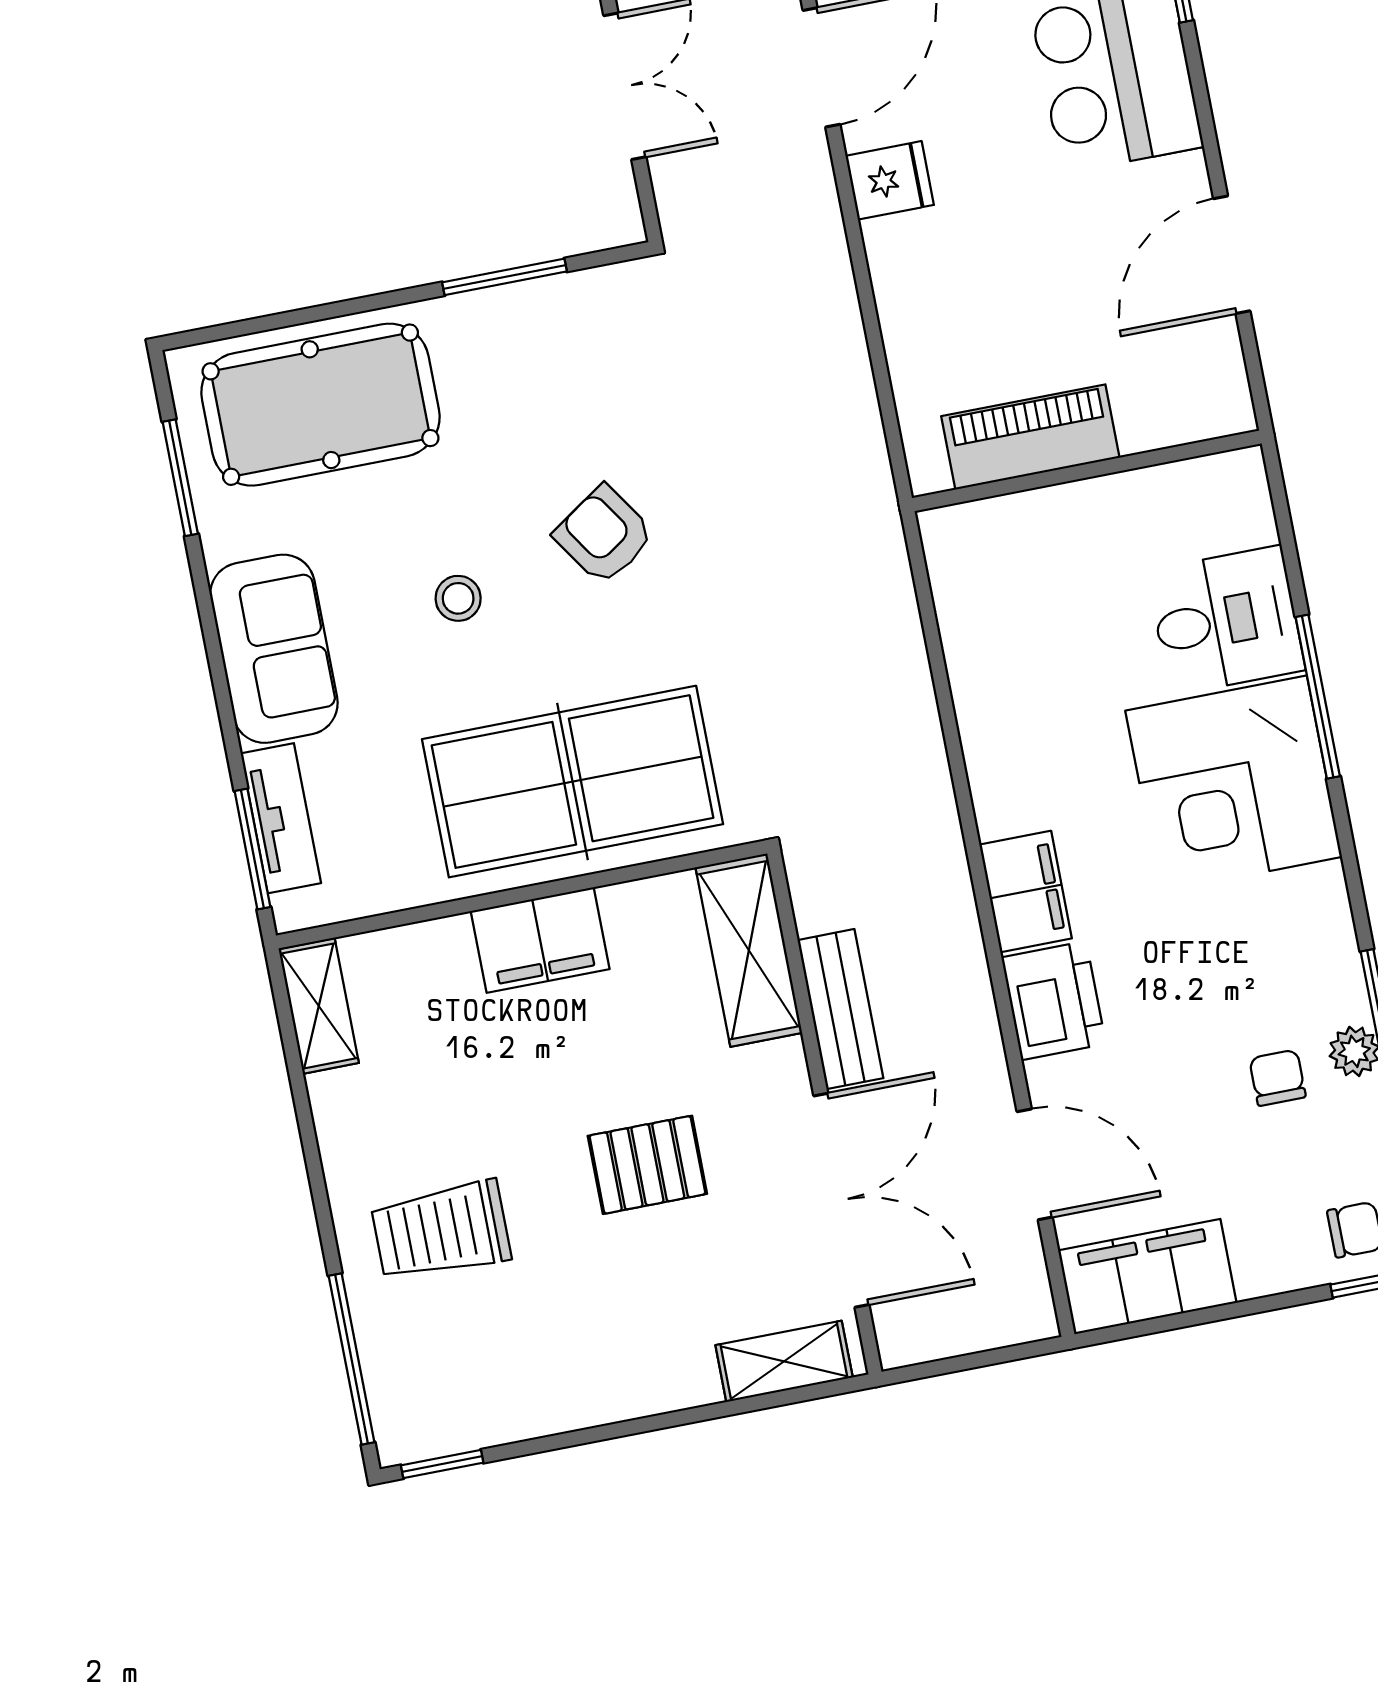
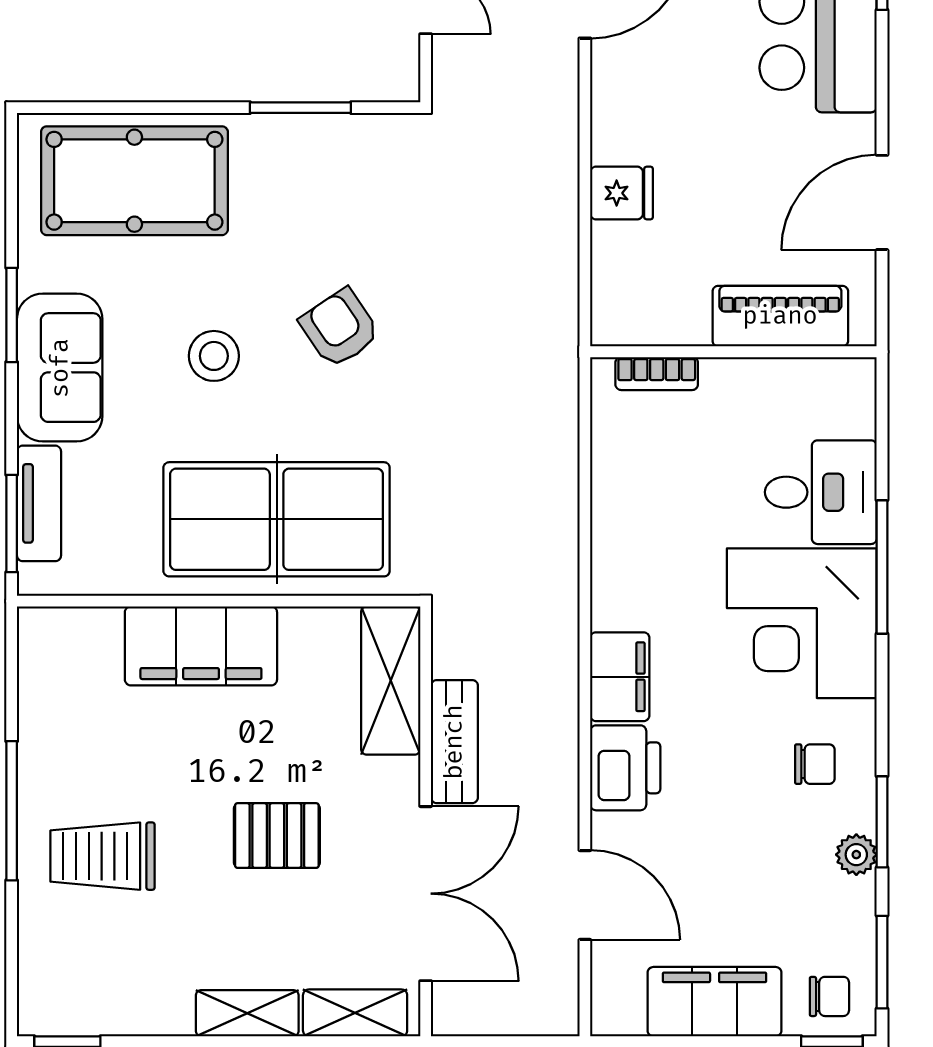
fridge: (890, 180) -> (622, 193), moved
piano: (1030, 437) -> (780, 316), moved
window: (180, 478) -> (12, 315), moved
bookcase: (999, 515) -> (657, 374), added
stool: (458, 598) -> (214, 356), width x1.37, depth x1.37
filing cabinet: (540, 940) -> (201, 646), width x1.50, depth x1.17
shelving: (319, 1006) -> (247, 1013), moved, turned 90
chair: (1278, 1078) -> (815, 764), moved, turned 90
filing cabinet: (1147, 1277) -> (715, 1002), moved
window: (352, 1359) -> (12, 811), moved

